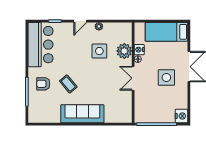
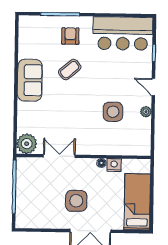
plant: (124, 51) -> (27, 144), moved
double door: (133, 78) -> (59, 156), moved
sofa: (82, 114) -> (30, 80), width x0.73
nightstand: (181, 116) -> (24, 220), removed

